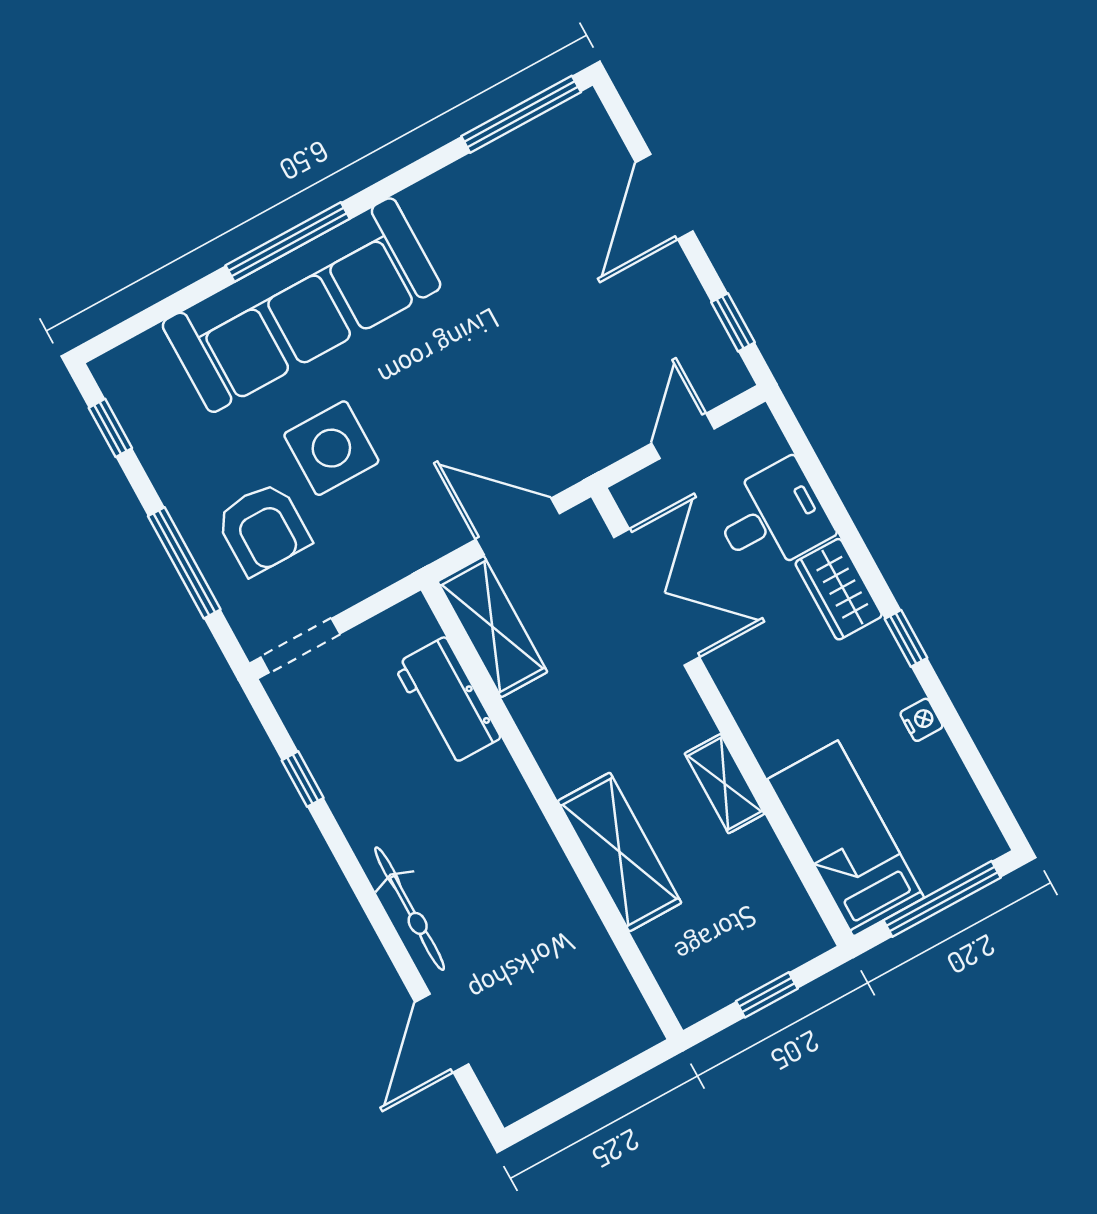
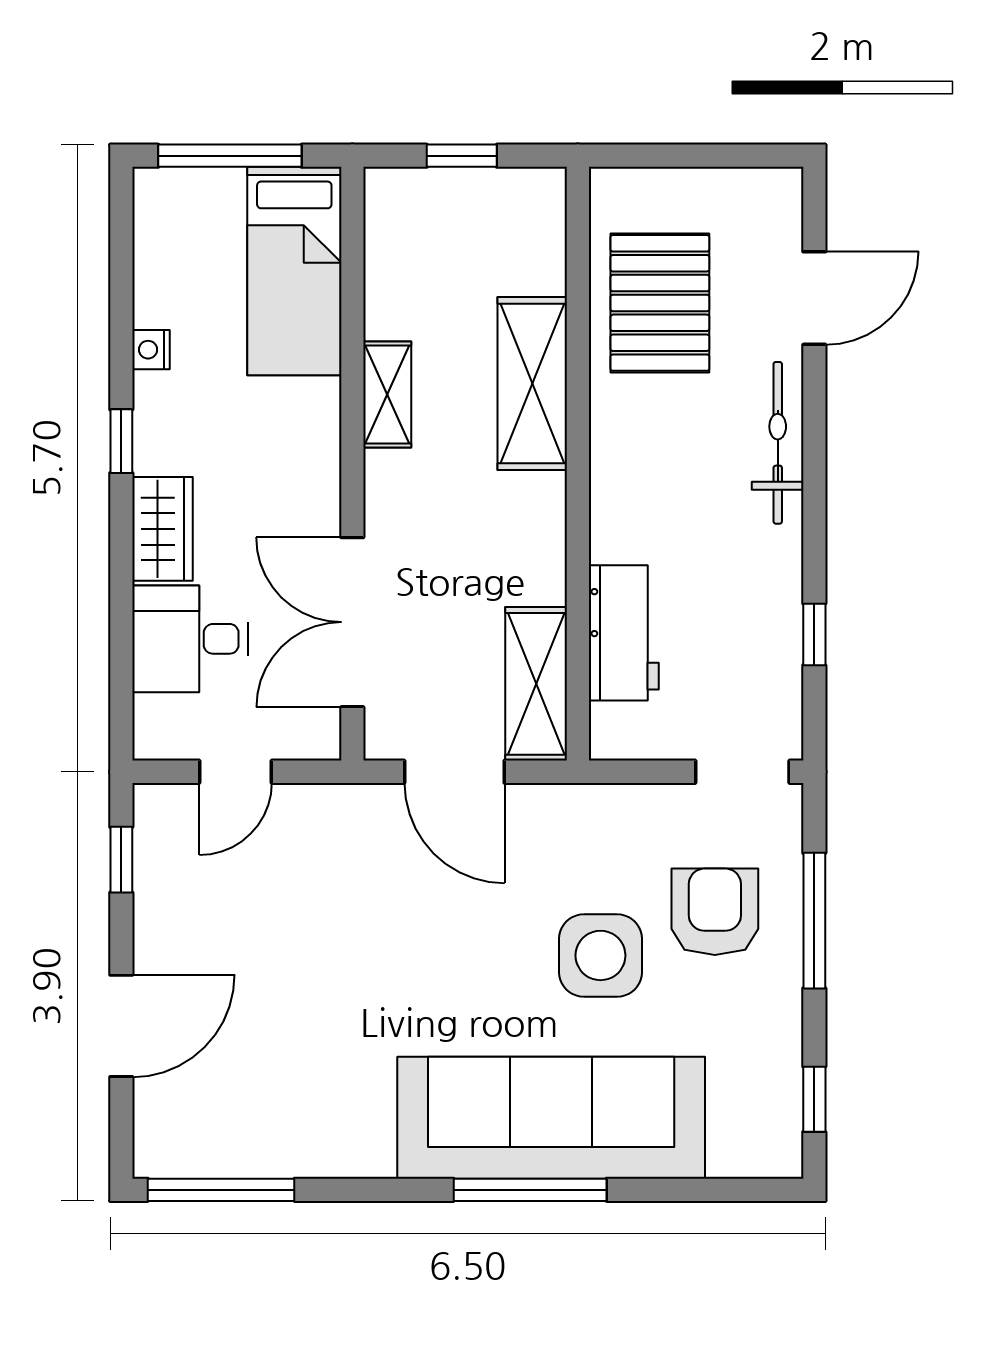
pallet: (556, 966) -> (660, 303), added

